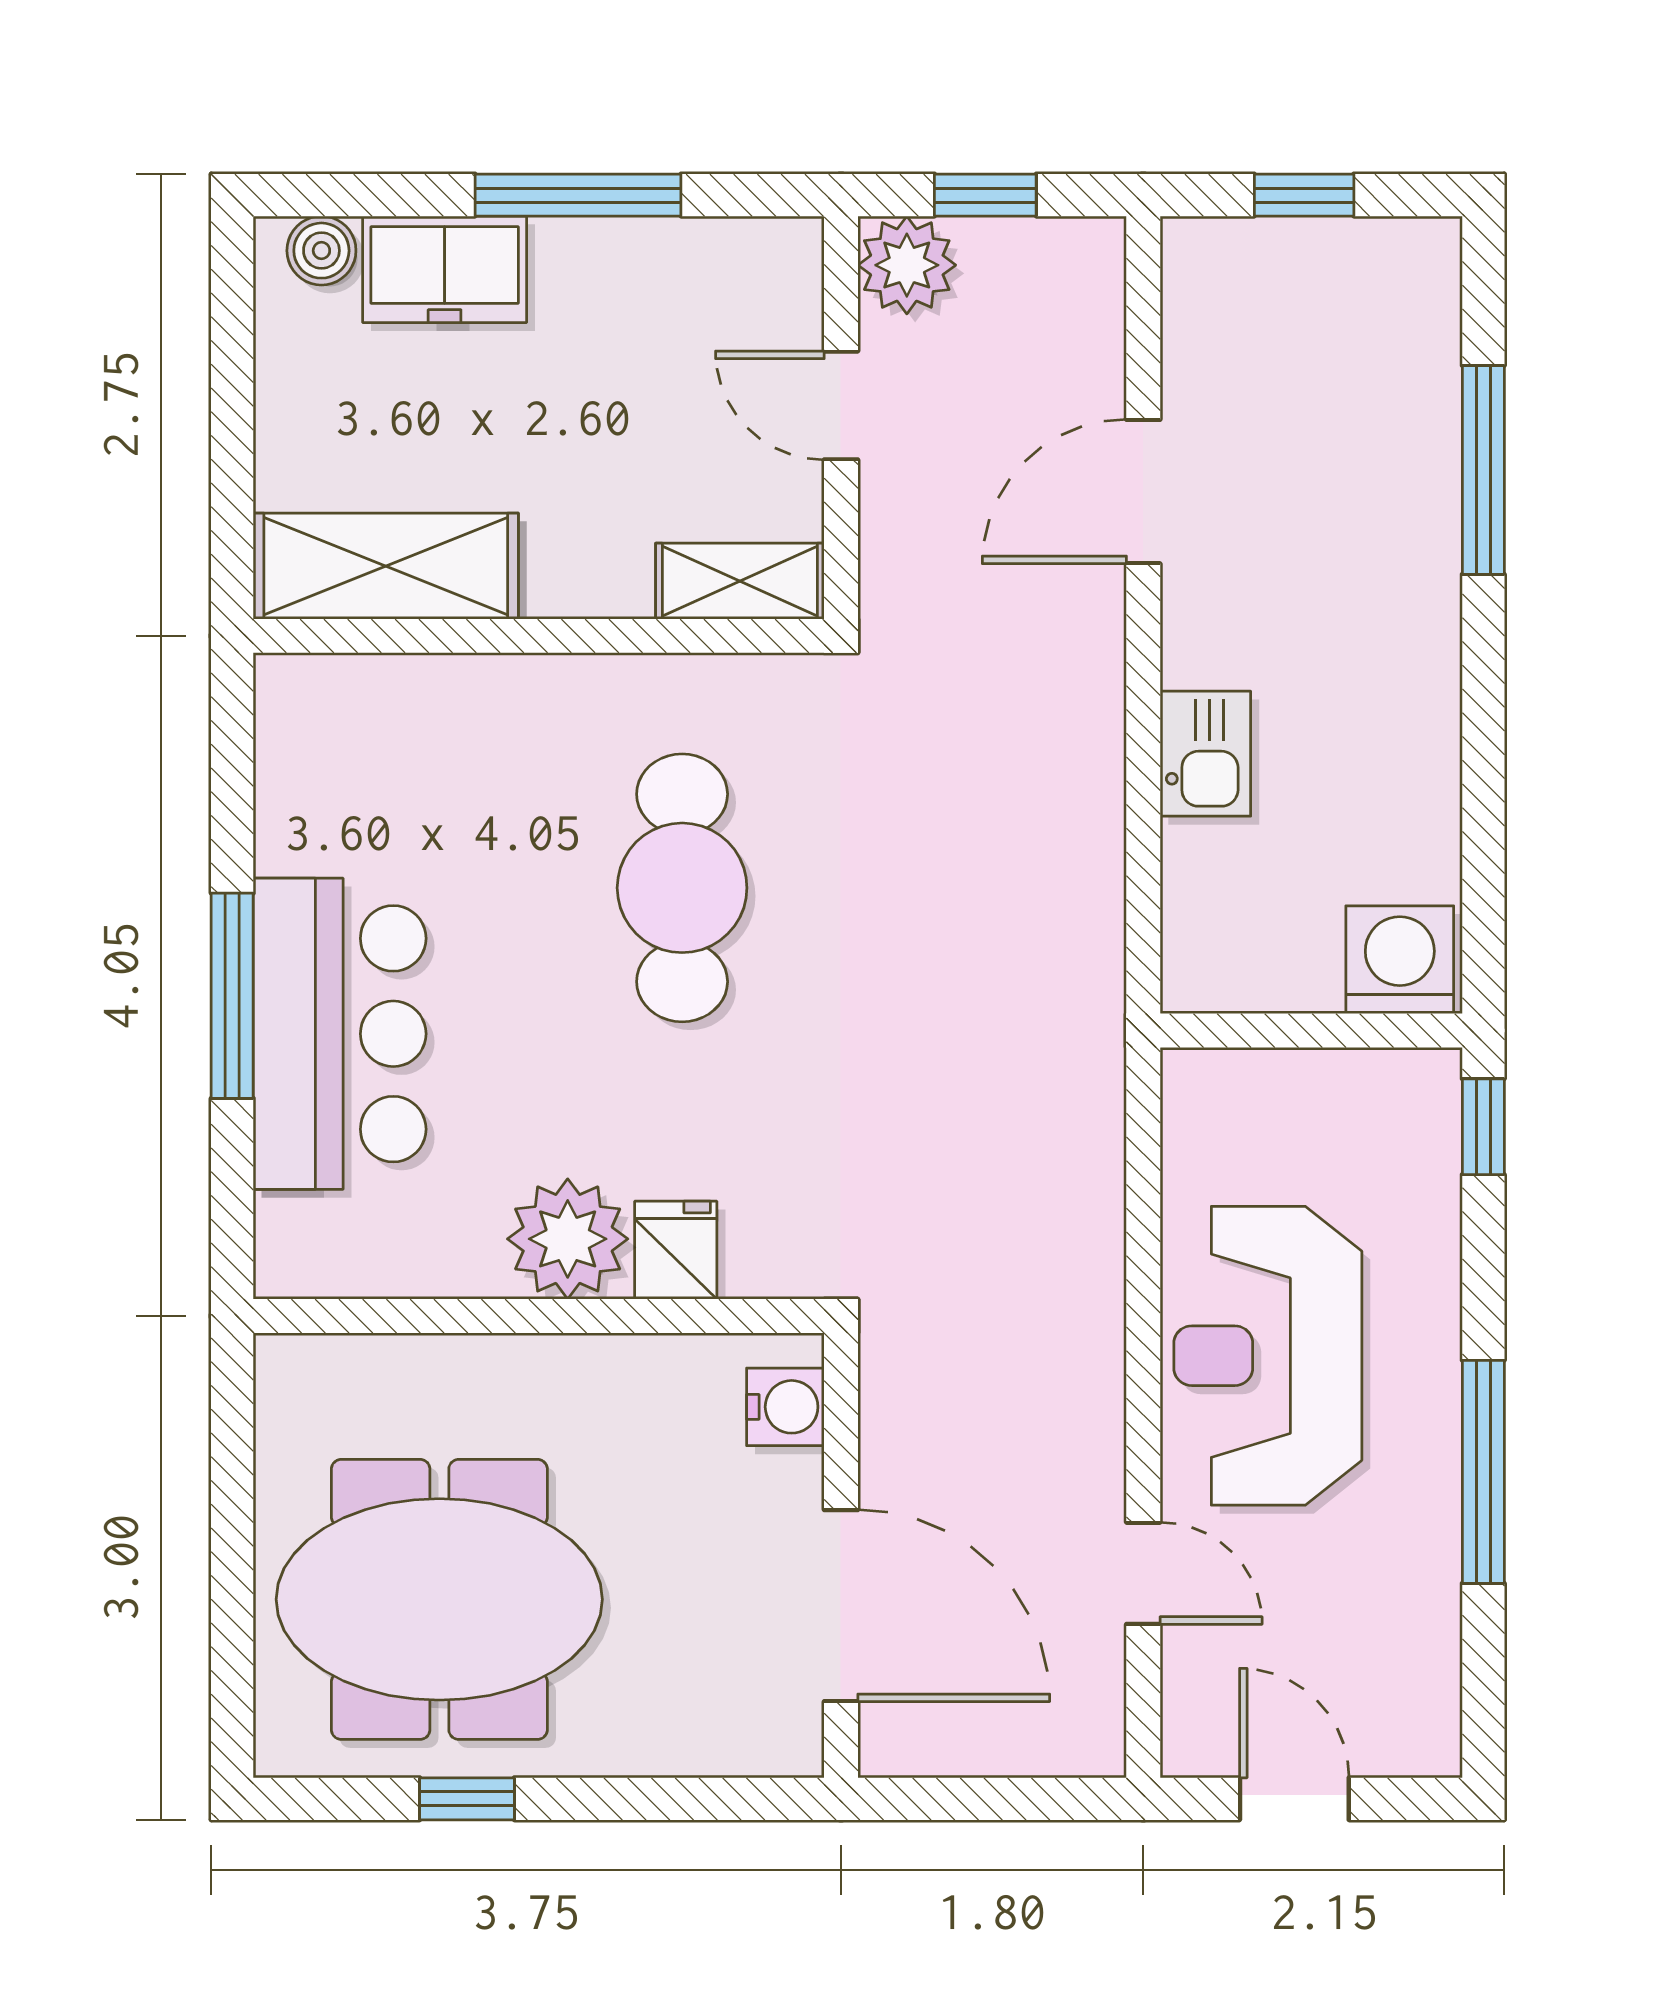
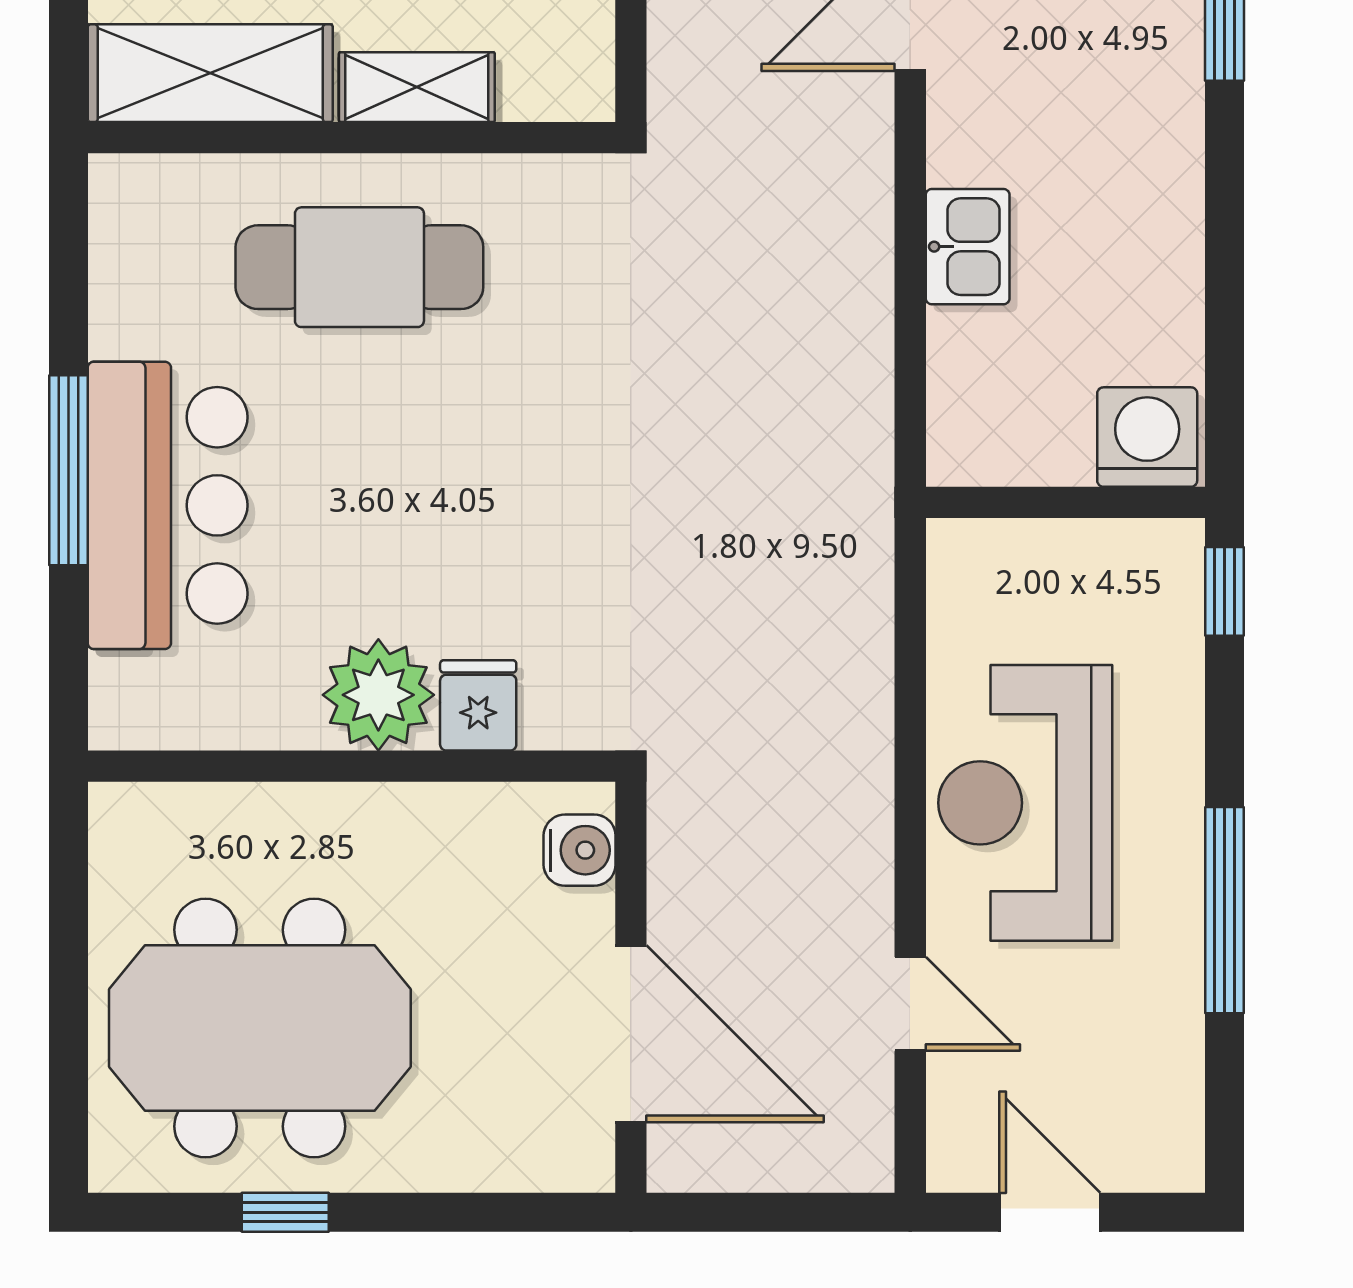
shelving: (740, 581) -> (417, 87), moved
cafe table: (682, 888) -> (359, 267), moved, turned 90

